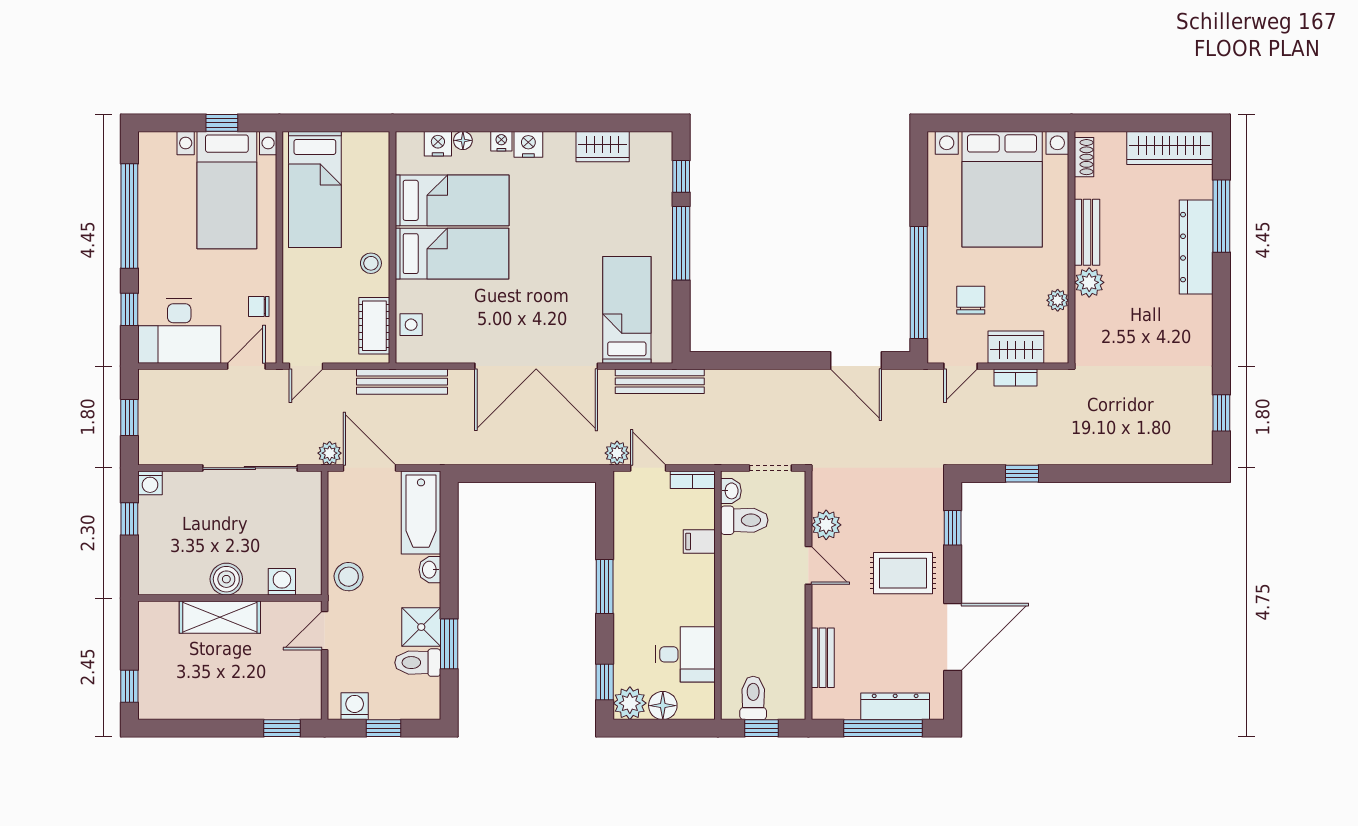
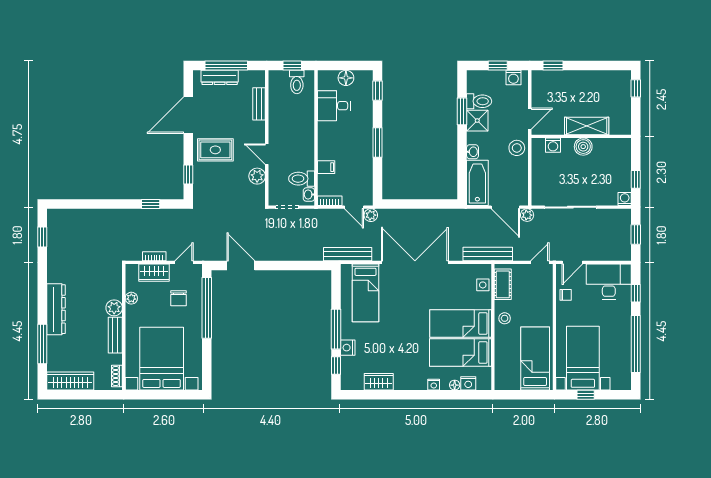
nightstand: (528, 144) -> (348, 348), moved, turned 90
dresser: (1196, 247) -> (56, 309), moved
plant: (630, 703) -> (364, 79), removed

